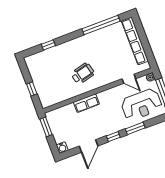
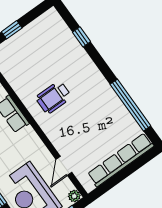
wheelchair: (83, 74) -> (54, 97), turned 104

